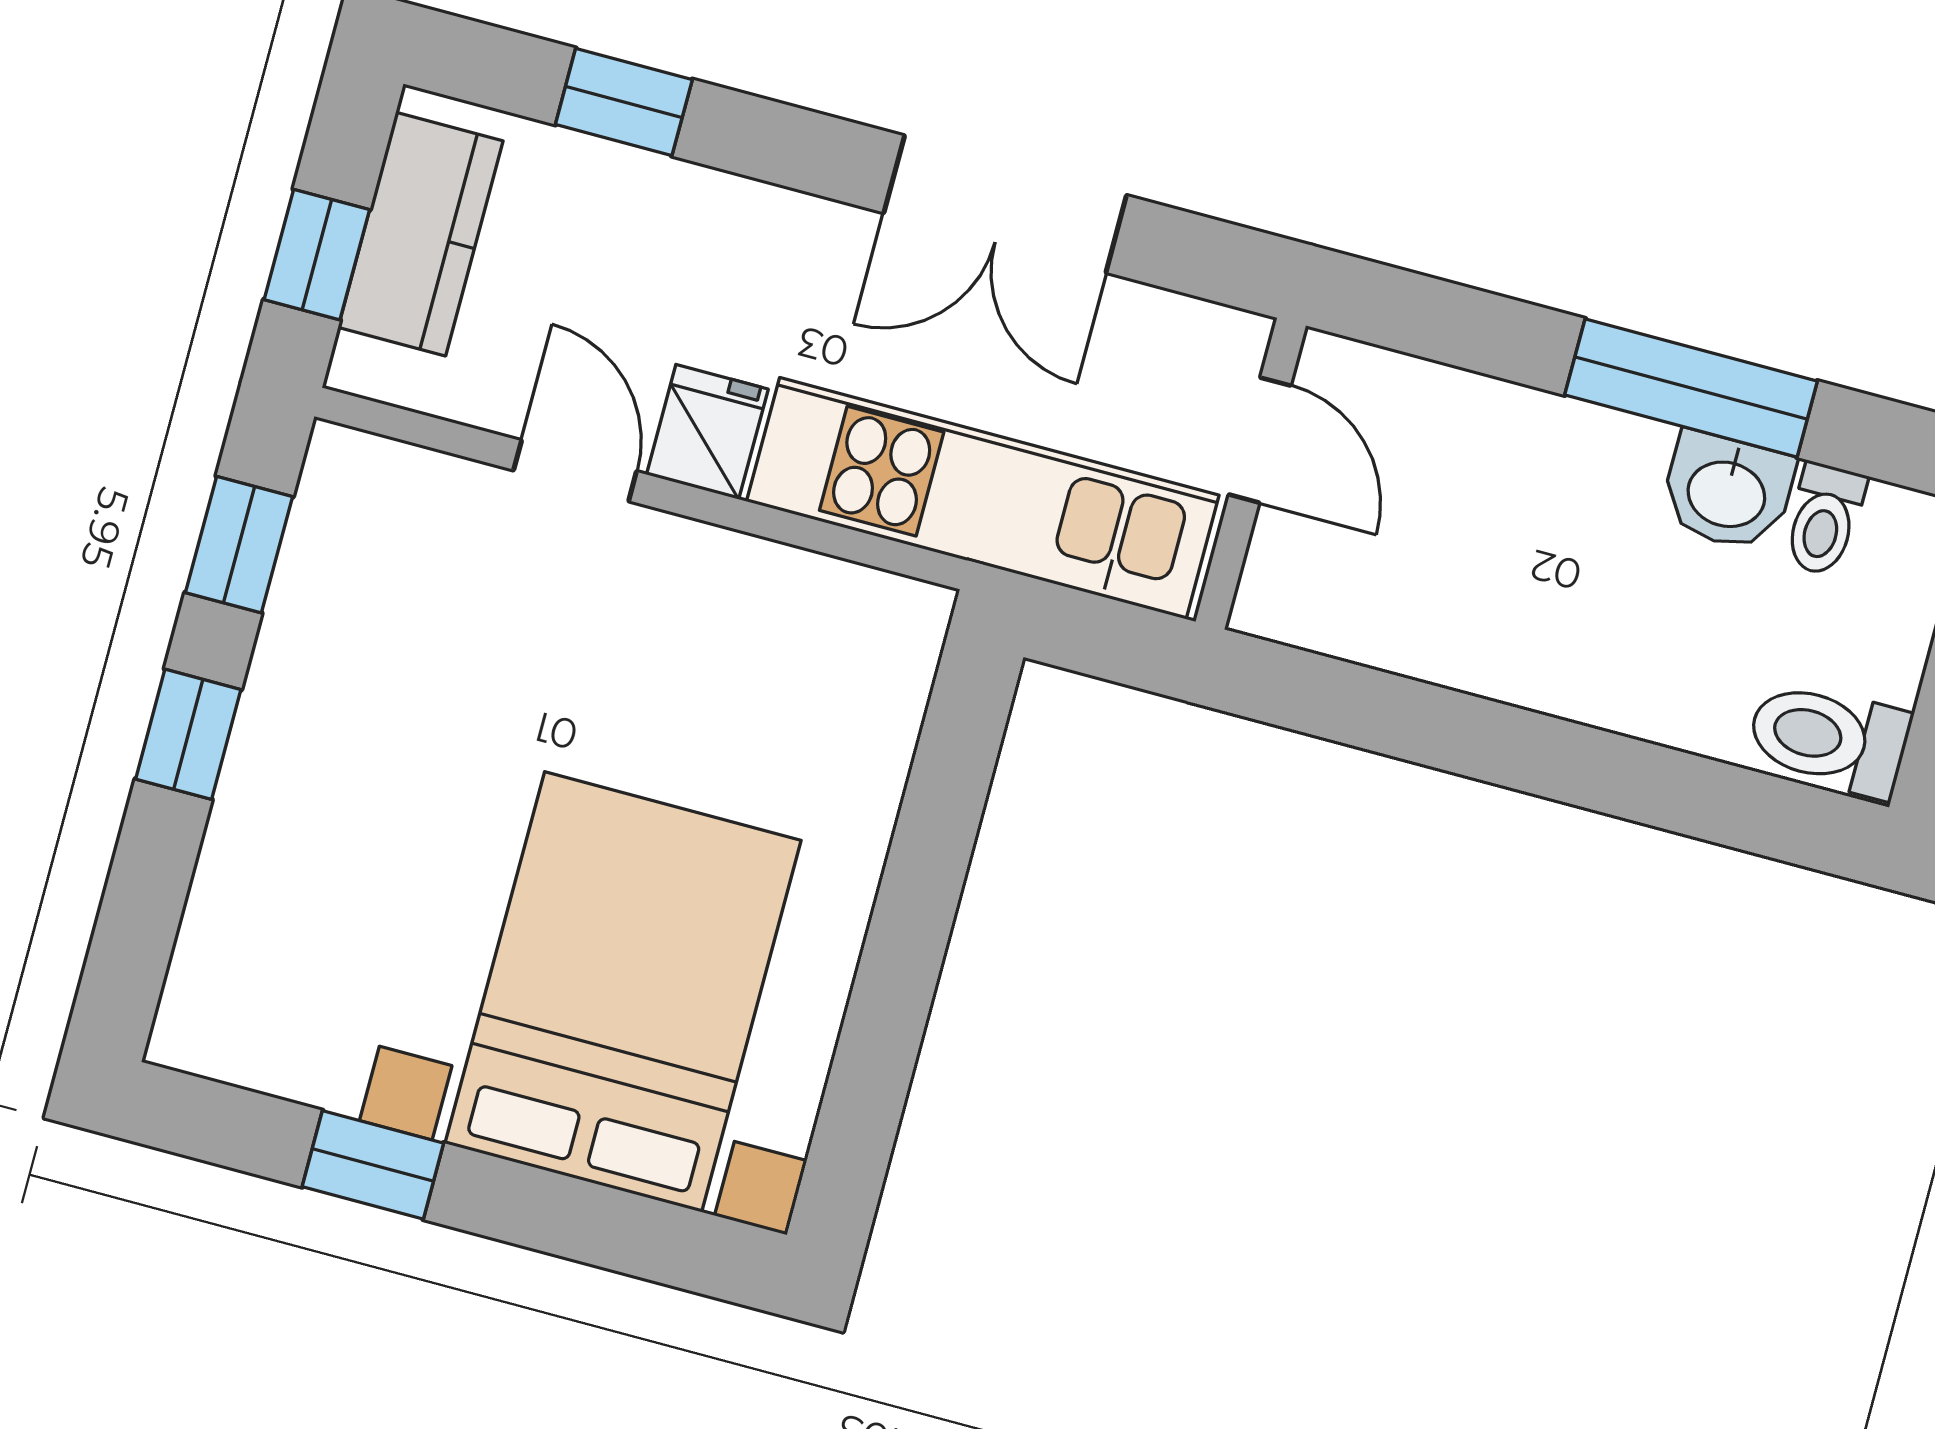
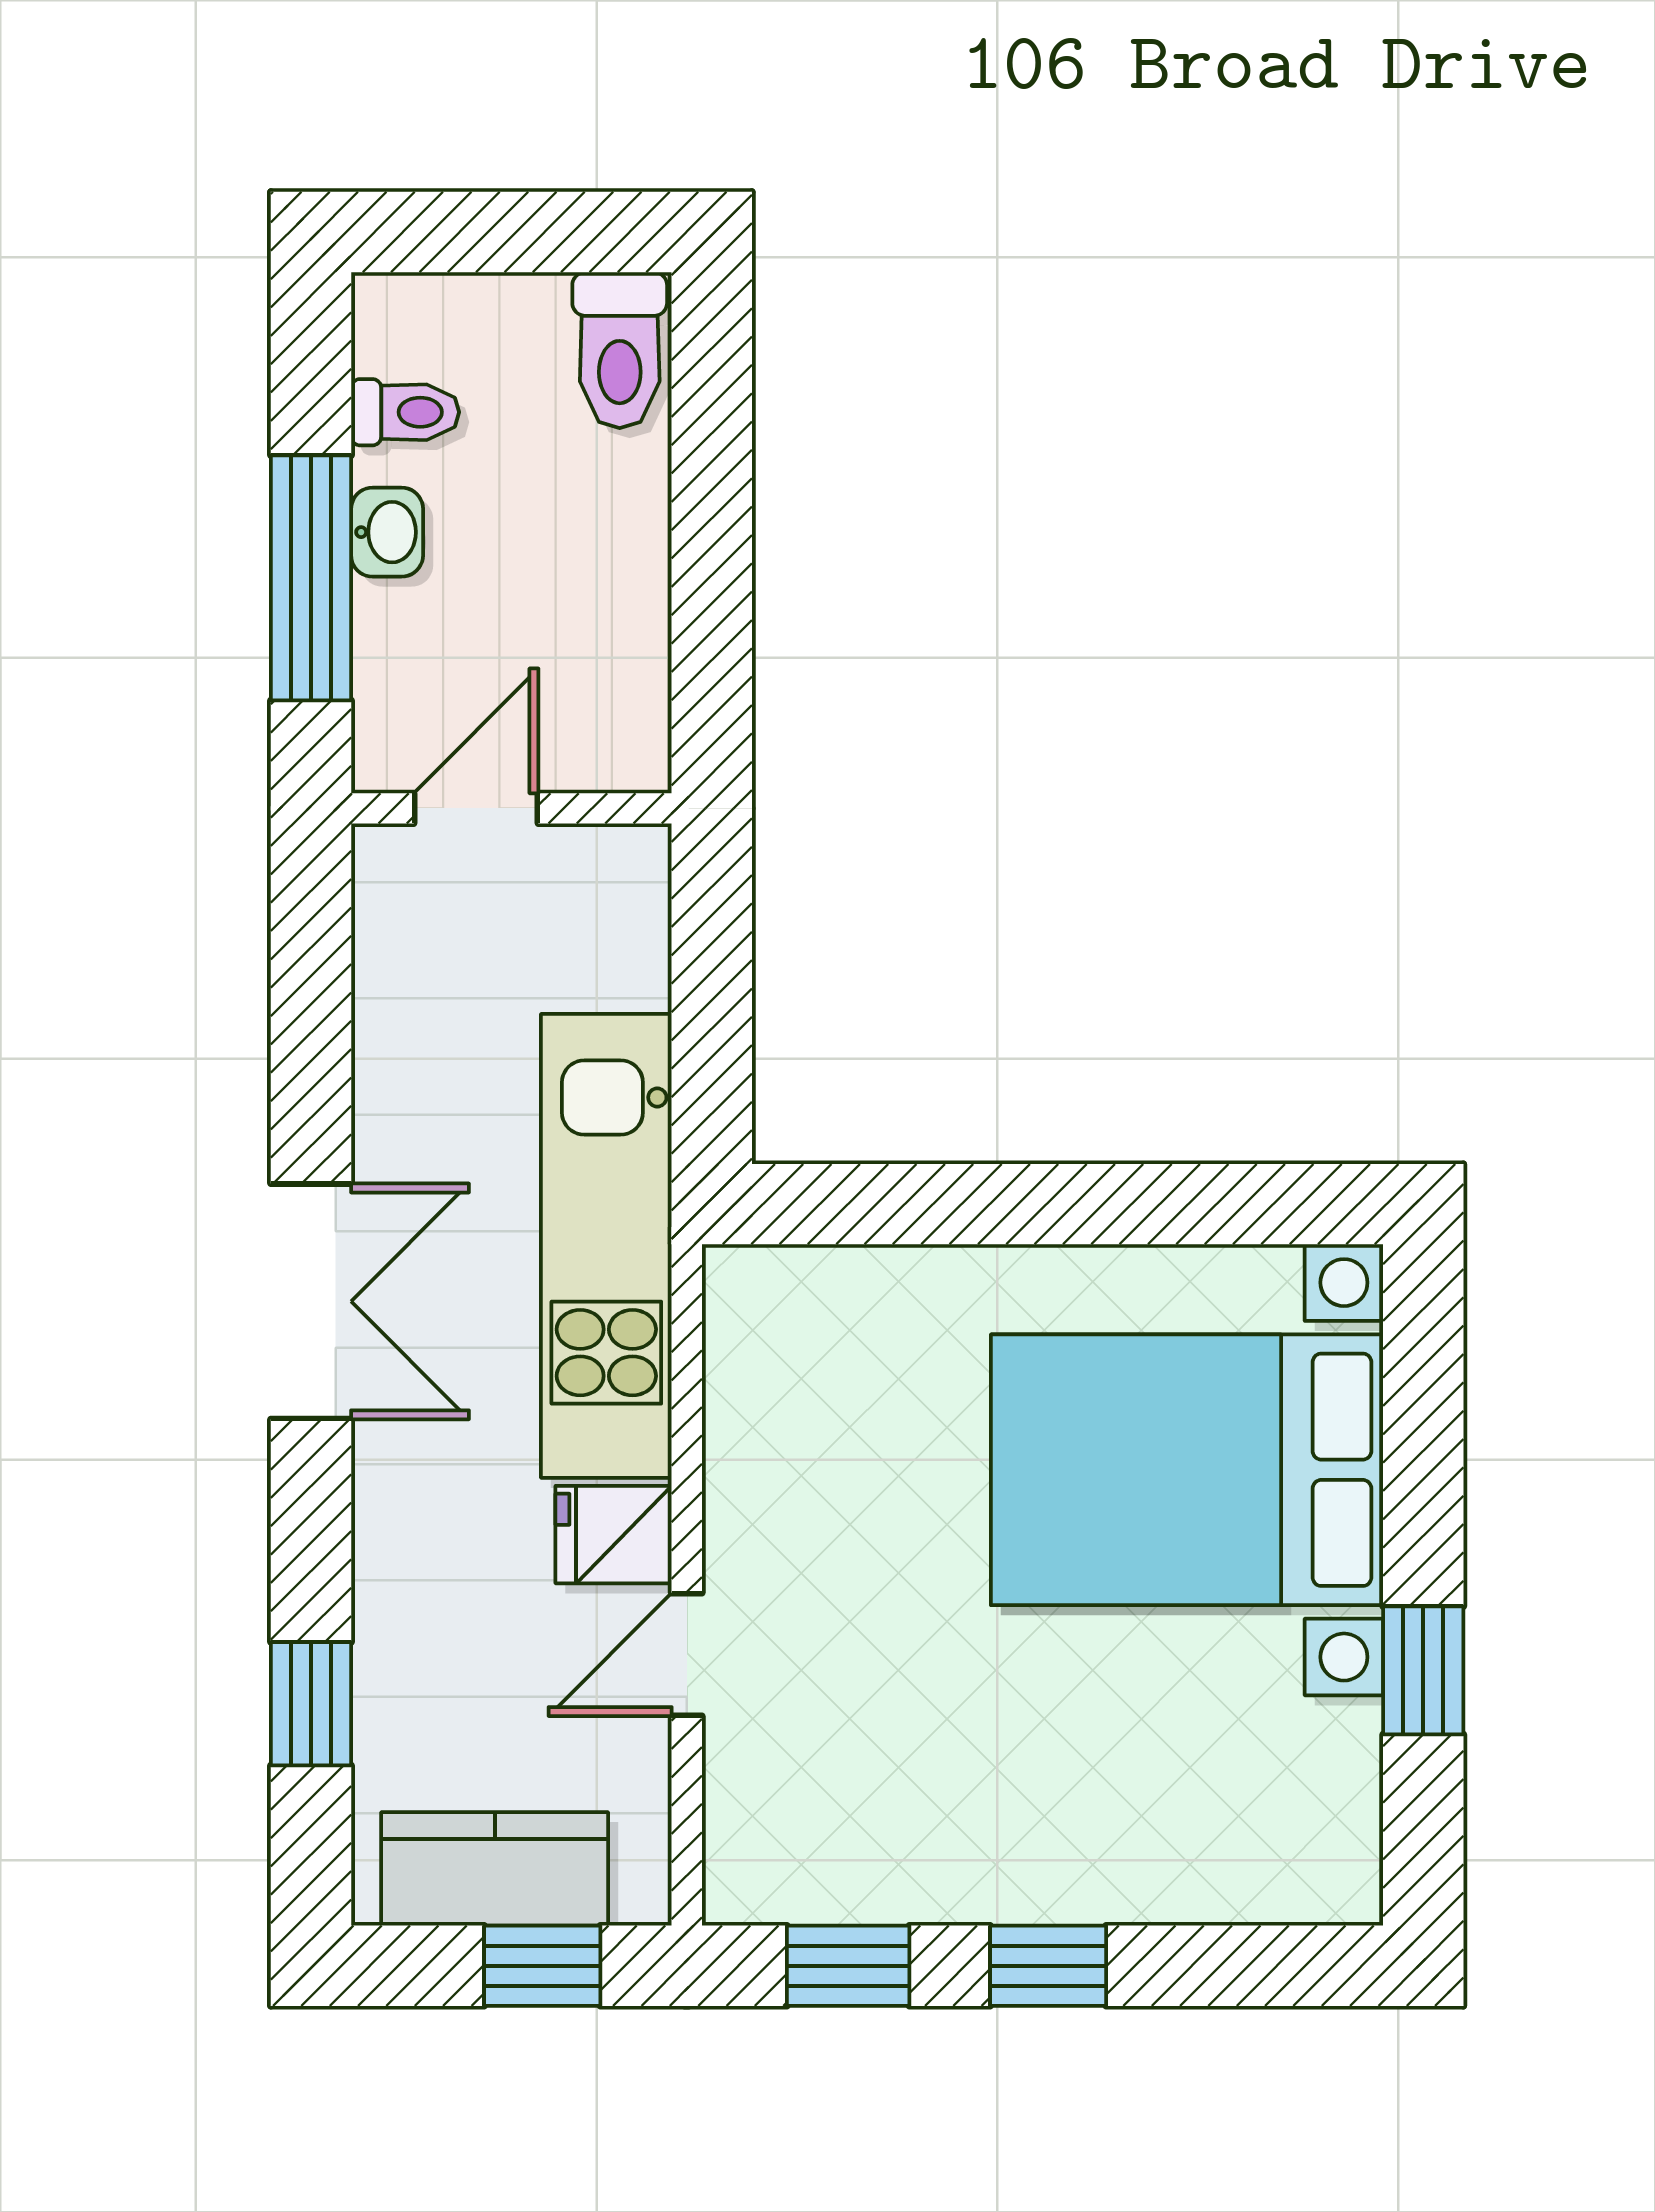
door: (1260, 440) -> (476, 808), moved
wall: (1251, 474) -> (511, 808), moved
washbasin: (1727, 491) -> (387, 532), width x0.72, depth x0.69

